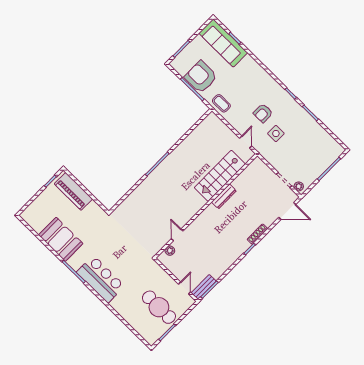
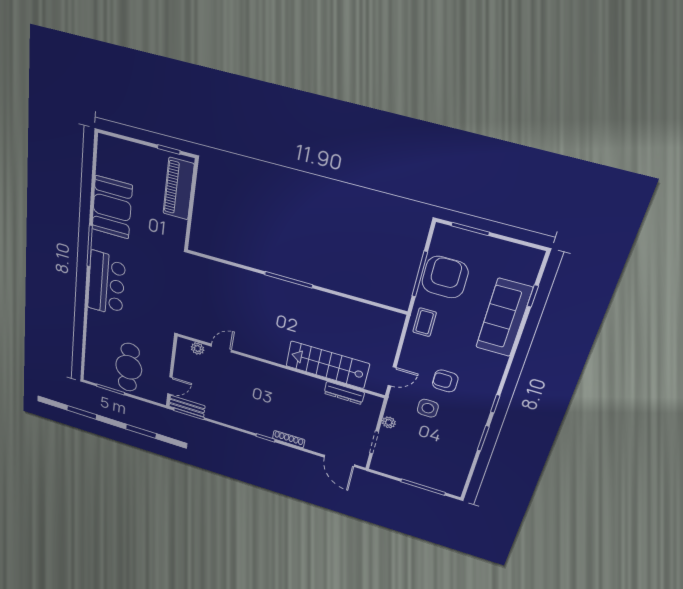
sofa: (223, 43) -> (504, 318), moved
plant: (299, 186) -> (389, 422), moved
dresser: (224, 196) -> (344, 393), moved

